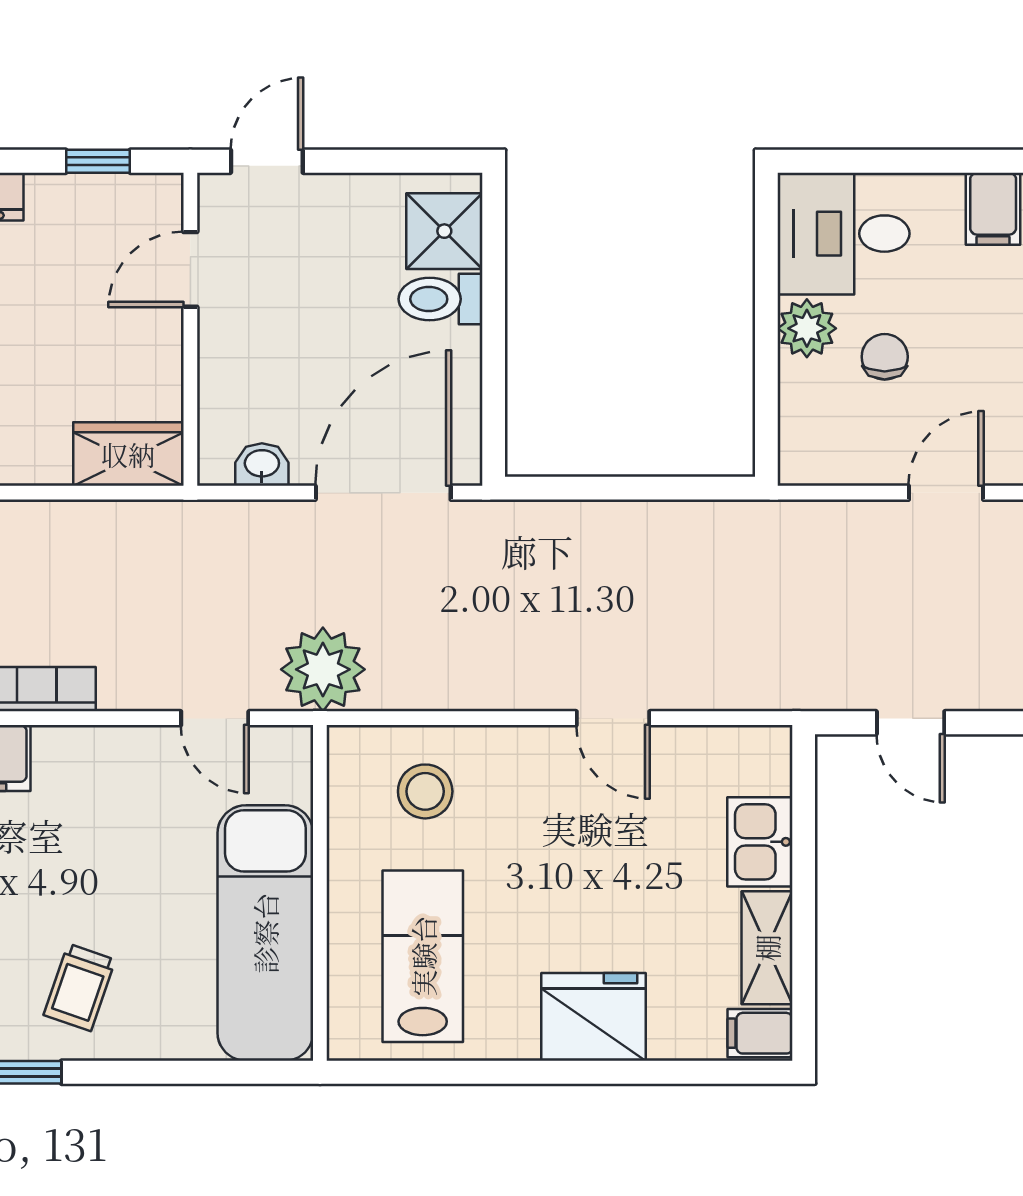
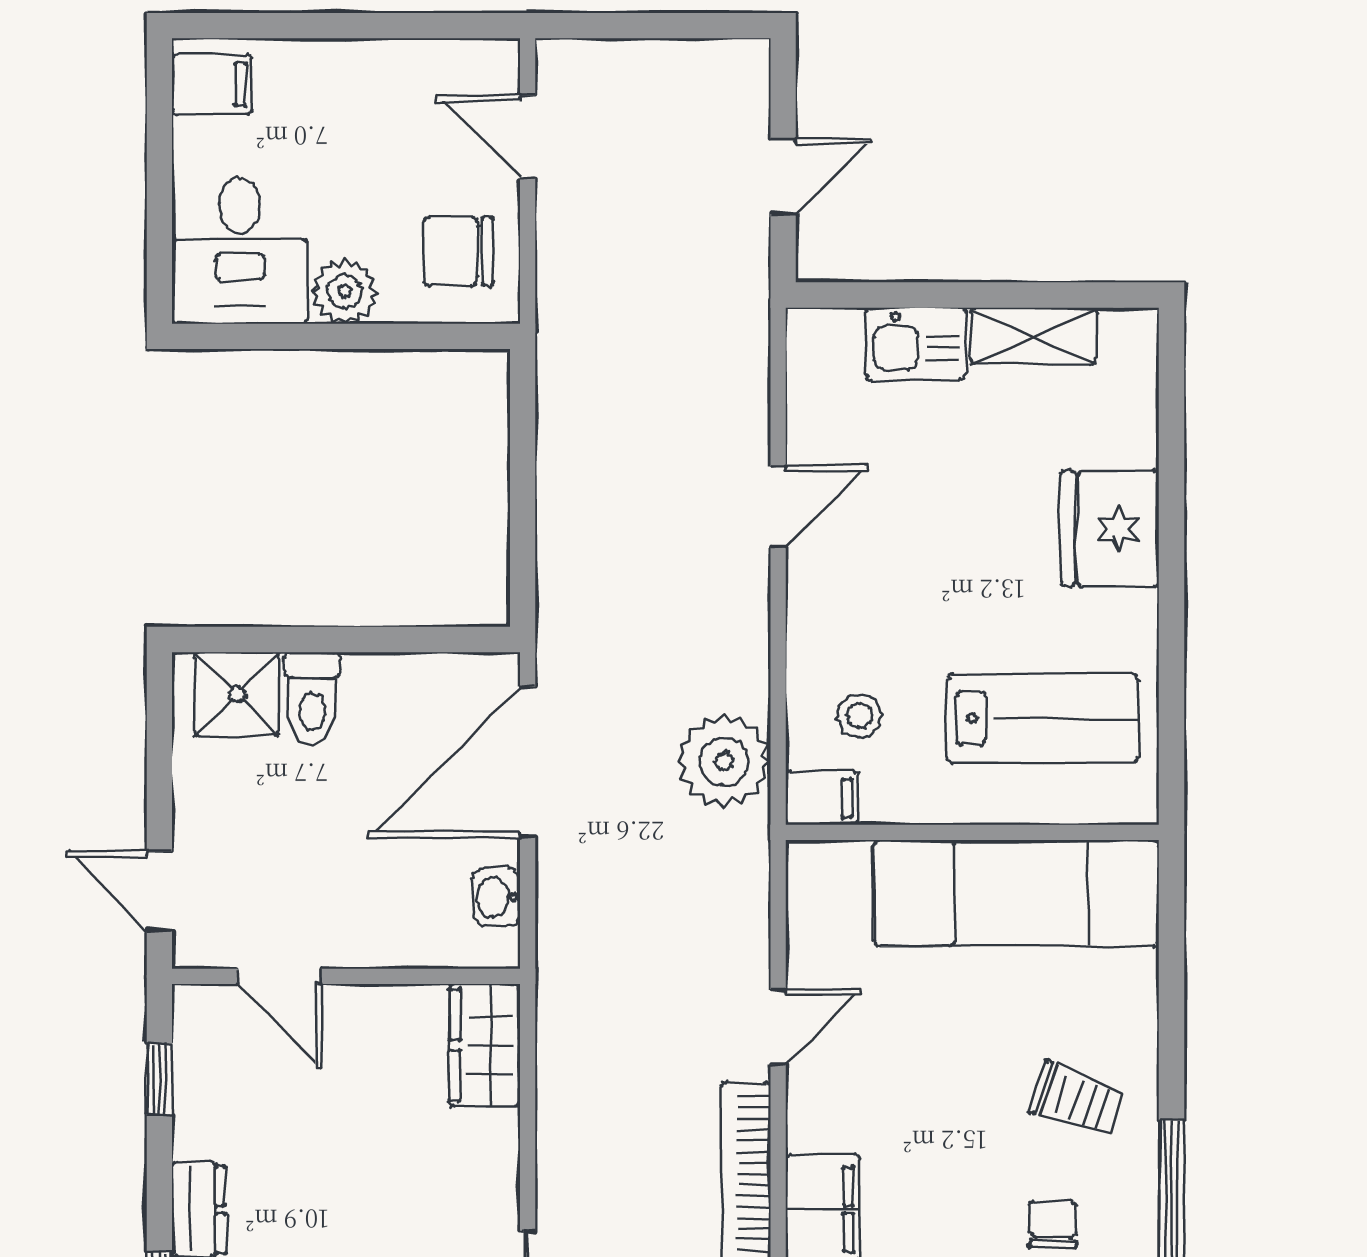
chair: (885, 357) -> (458, 251), moved, width x1.37, depth x1.37
door: (383, 493) -> (528, 762), hinge flipped
plant: (323, 669) -> (724, 762), moved
door: (215, 718) -> (778, 1027), moved
stool: (425, 791) -> (859, 716), width x0.73, depth x0.73
lab bench: (423, 956) -> (1043, 718), turned 180
filing cabinet: (760, 1033) -> (822, 798), moved, turned -90

